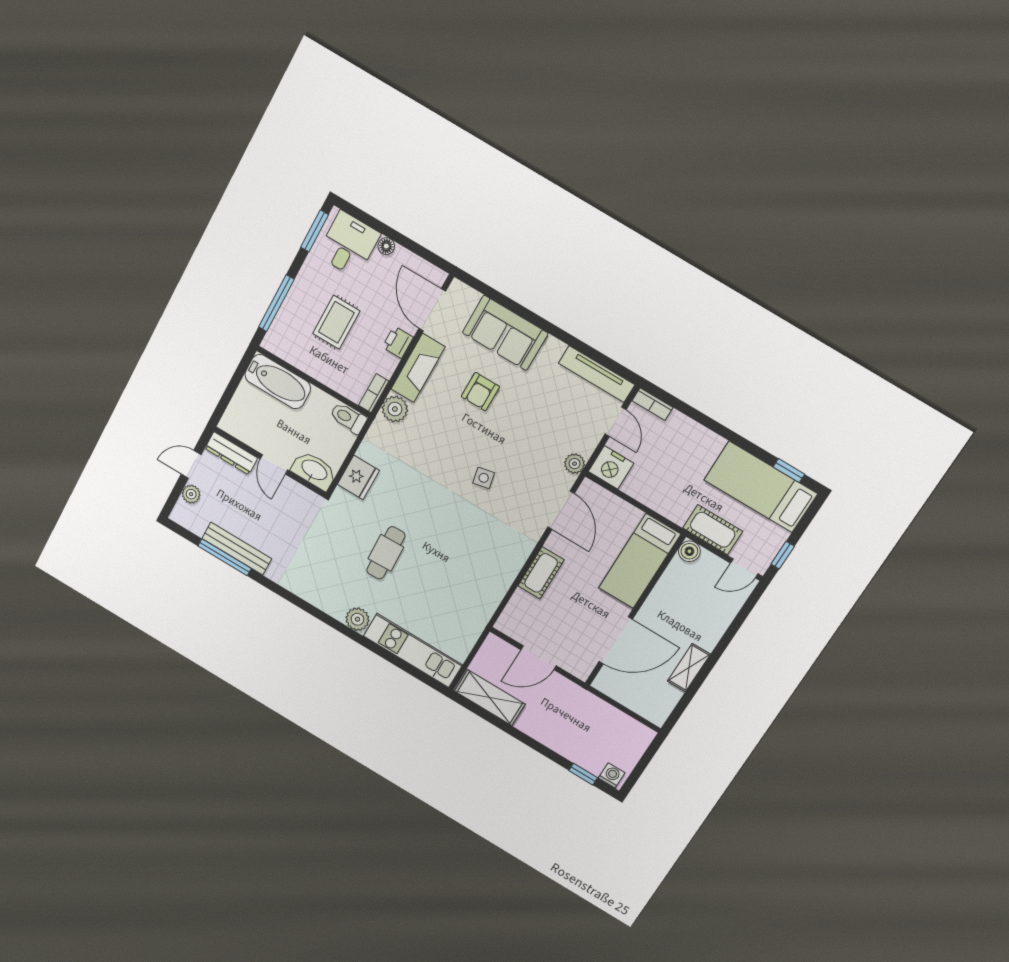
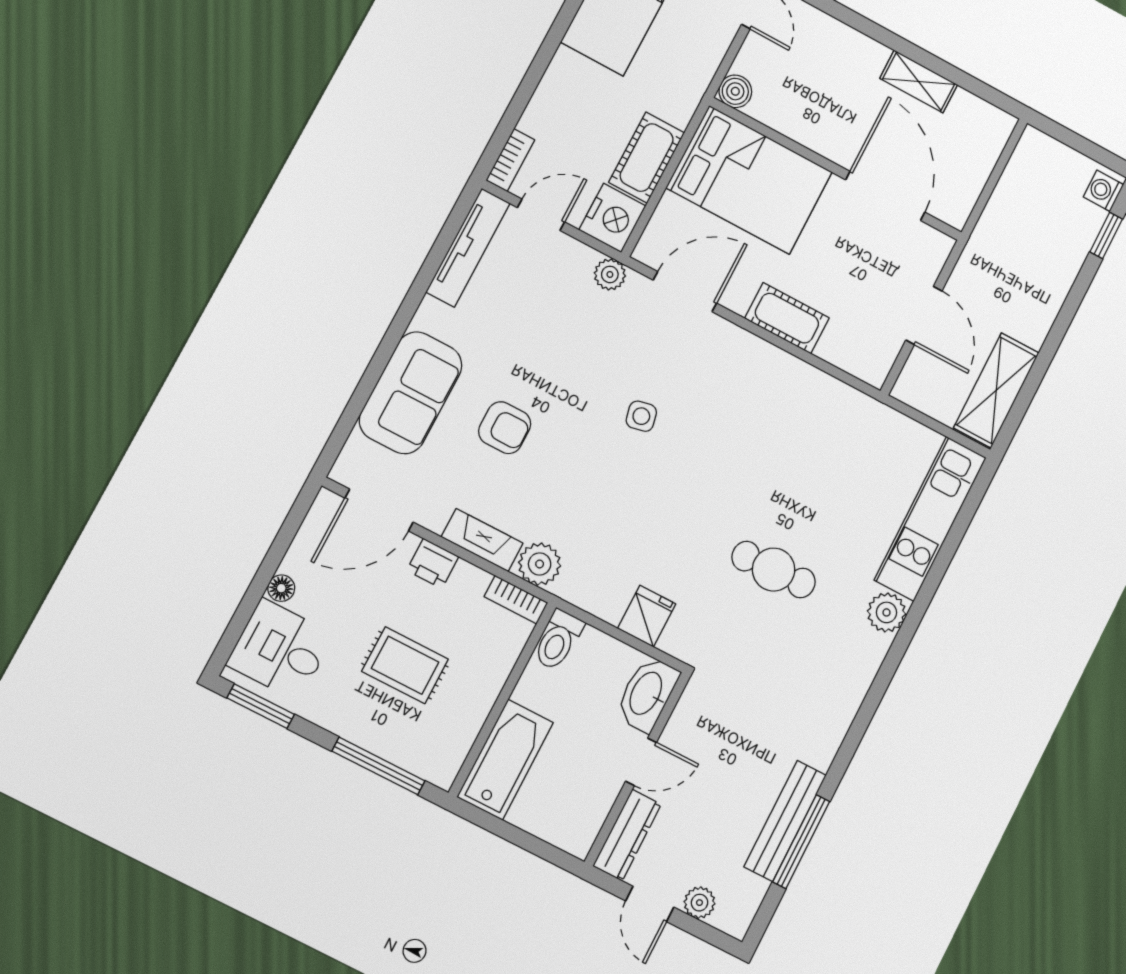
fireplace: (418, 368) -> (482, 540), width x0.73, depth x0.76
fridge: (358, 477) -> (647, 616), width x0.72
cot: (713, 530) -> (647, 158), moved
bed: (640, 561) -> (749, 180), width x1.50

